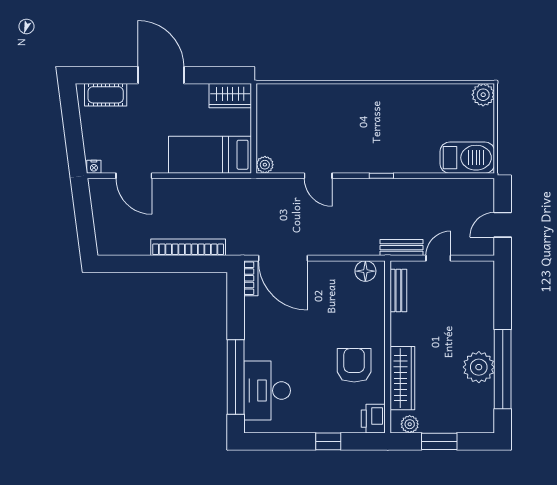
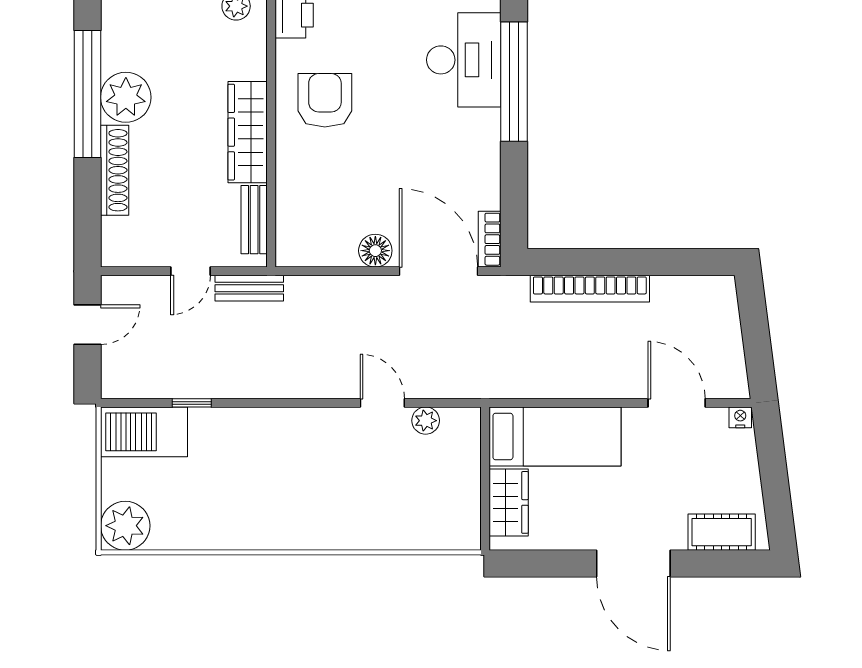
plant: (483, 95) -> (125, 526), width x1.36, depth x1.36
wardrobe: (230, 96) -> (509, 502), moved, turned 90
plant: (265, 165) -> (426, 421), moved
window: (381, 176) -> (192, 403), moved
floor lamp: (365, 271) -> (375, 251), moved
shoe rack: (486, 321) -> (115, 170), added
armchair: (354, 365) -> (325, 100), turned 180
wardrobe: (402, 378) -> (248, 132), moved

